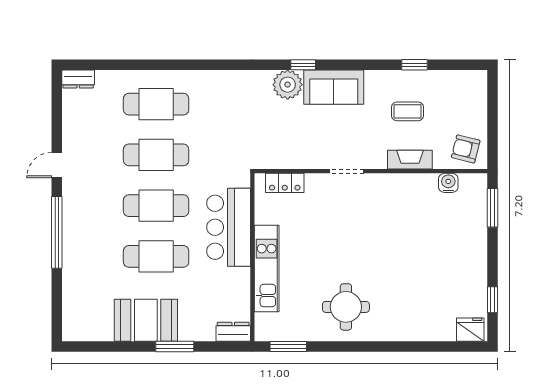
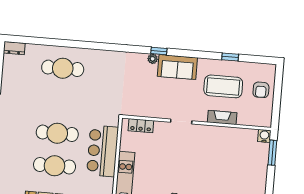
plant: (288, 85) -> (153, 59), width x0.53, depth x0.53
coffee table: (407, 111) -> (223, 86), width x1.86, depth x1.72
armchair: (466, 149) -> (261, 90), moved, turned -104
cafe table: (156, 155) -> (60, 101), removed
water cooler: (448, 183) -> (264, 136), moved

